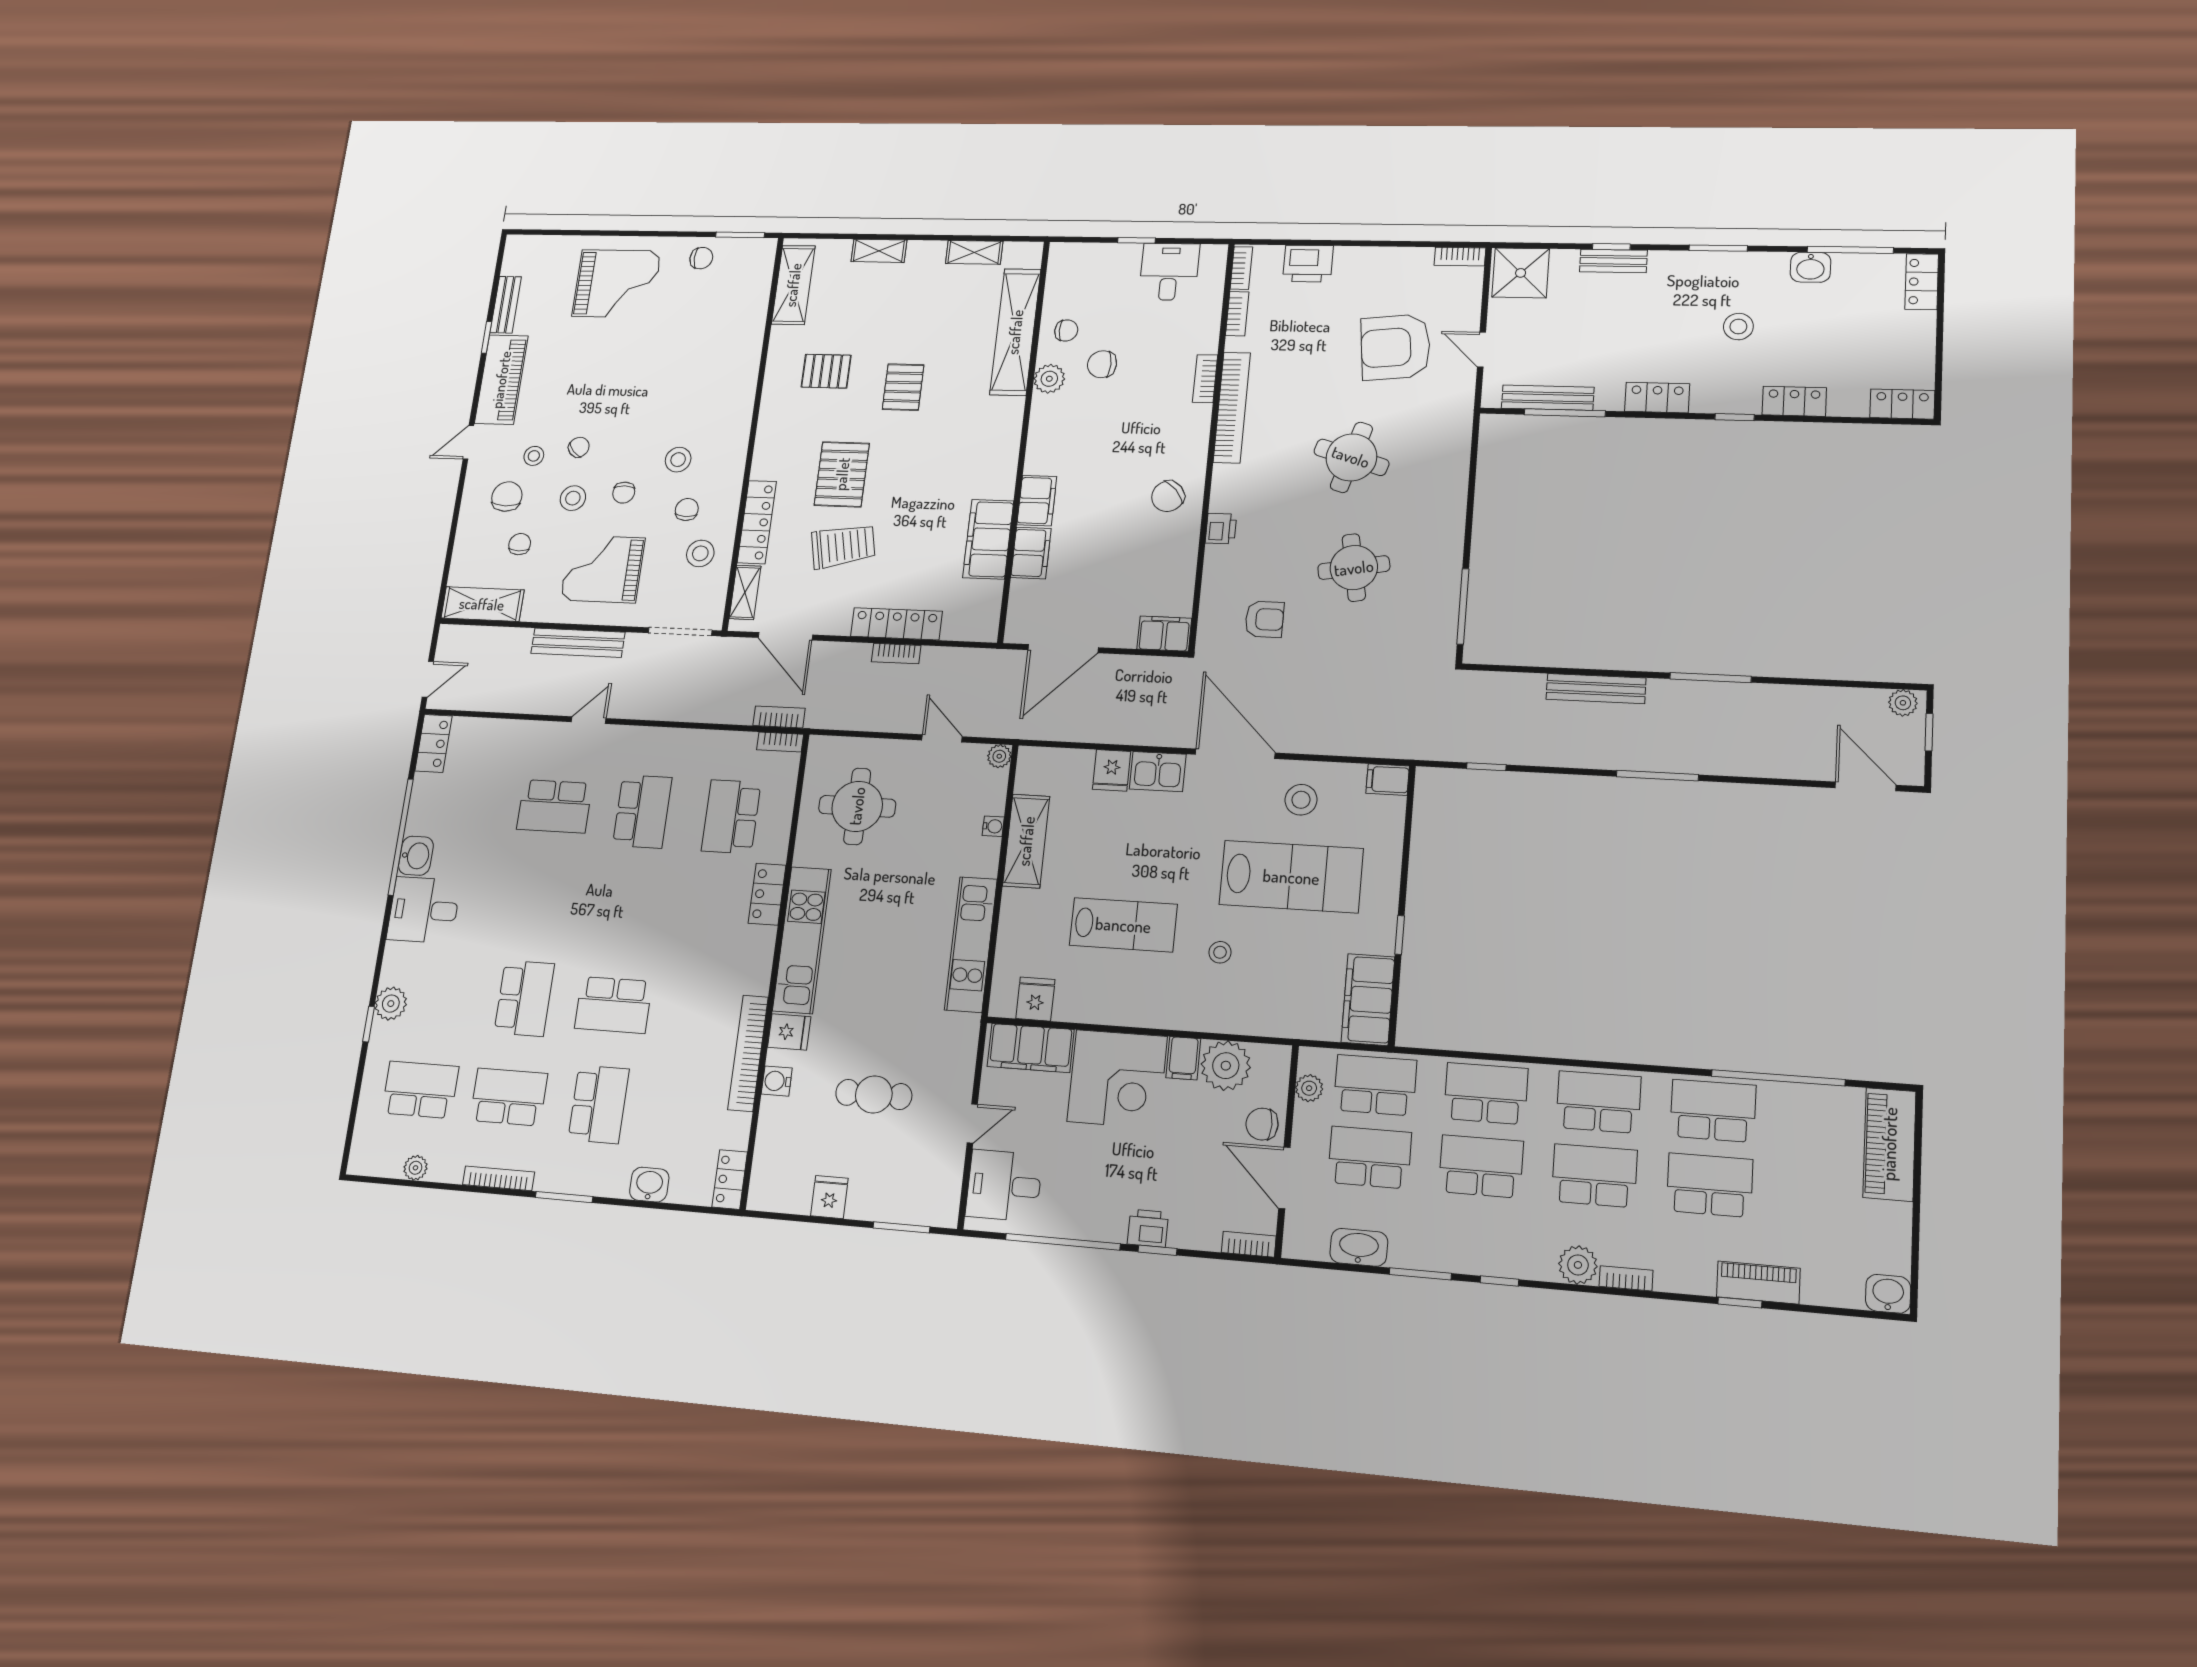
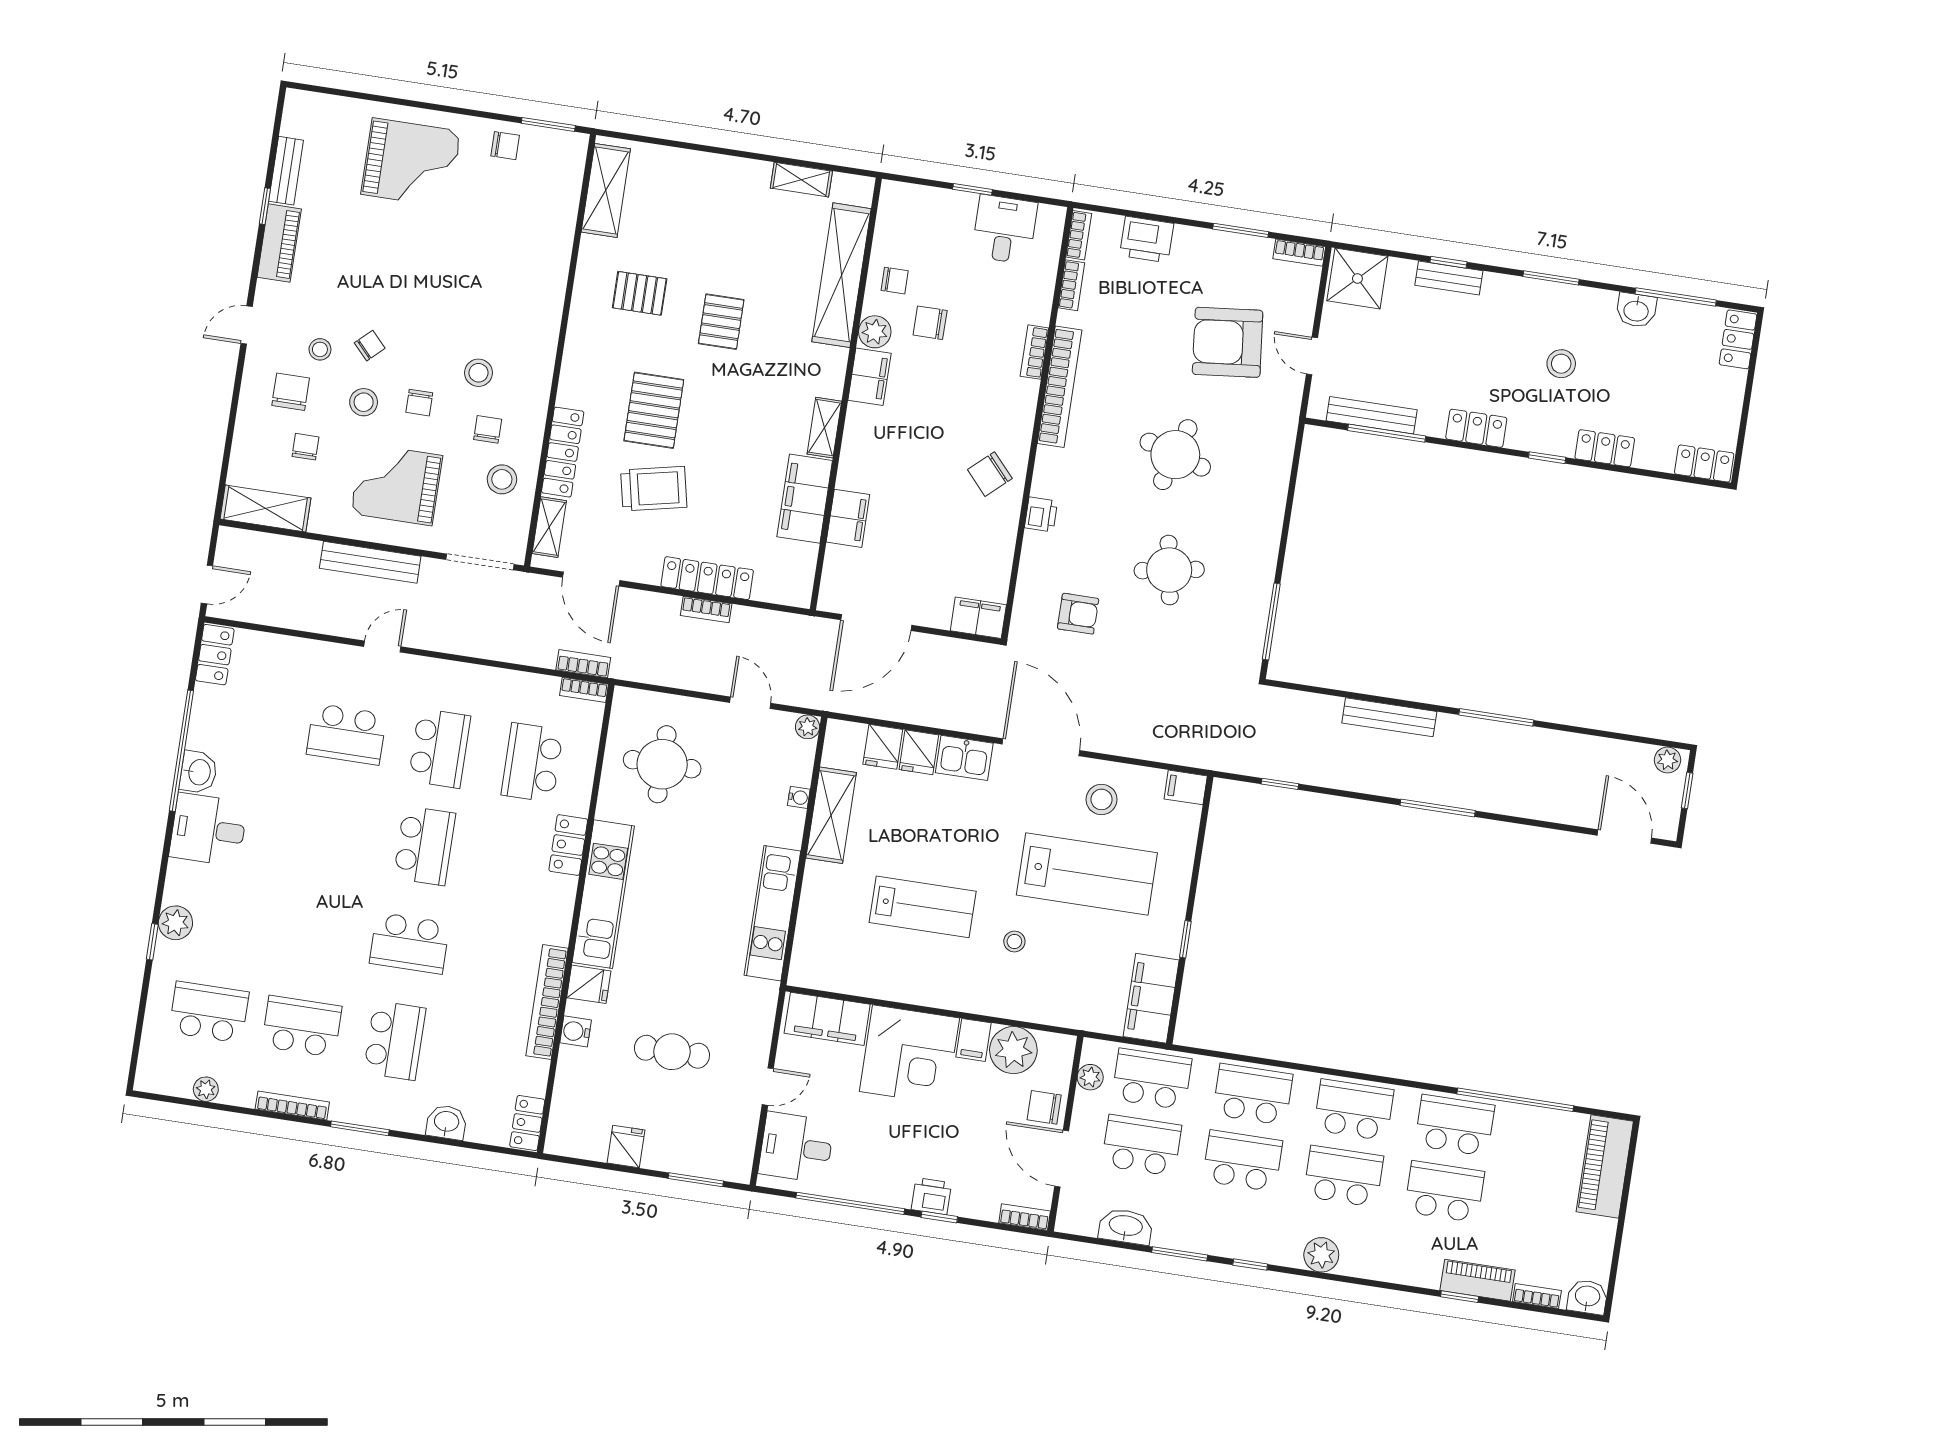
window: (1400, 244) -> (1241, 230), added
shelving: (879, 251) -> (824, 428), moved, turned 90
piano: (501, 380) -> (279, 243), width x0.73, depth x0.75
filing cabinet: (1037, 501) -> (869, 377), moved
school desk: (524, 998) -> (424, 846), moved
fridge: (1035, 999) -> (883, 747), moved, turned 180
bookcase: (1626, 1278) -> (1537, 1296), moved

